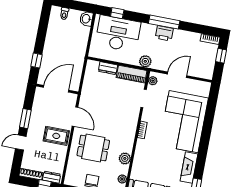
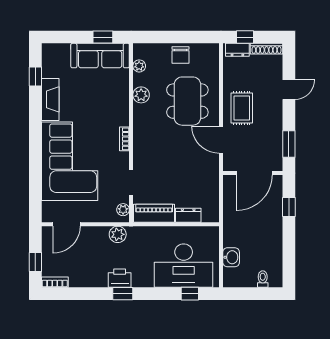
washbasin: (86, 19) -> (231, 257), moved
window: (164, 22) -> (123, 294), width x0.46
plant: (145, 61) -> (118, 234), moved
door: (177, 75) -> (67, 224), moved
window: (25, 119) -> (289, 144), moved
rug: (56, 136) -> (242, 108), turned 90
dining table: (93, 148) -> (187, 101), width x1.37

